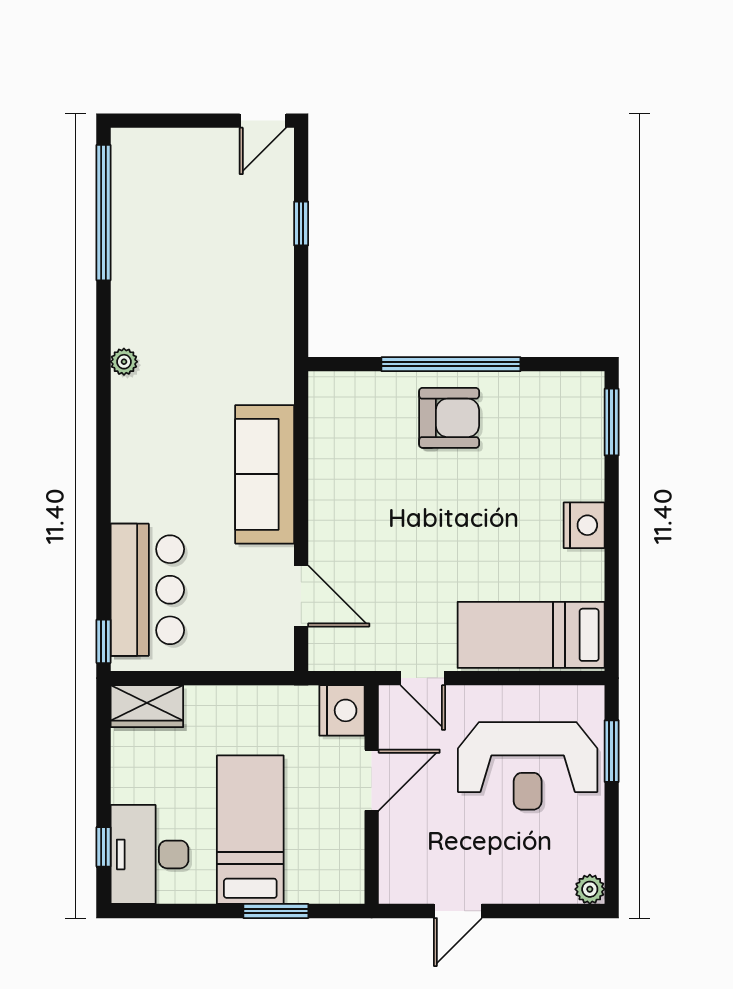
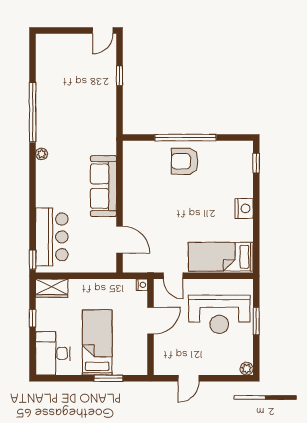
window: (104, 213) -> (33, 112), moved
plant: (124, 362) -> (42, 154), moved
armchair: (449, 418) -> (185, 161), turned 180
window: (612, 422) -> (256, 163), width x0.67
nightstand: (342, 710) -> (142, 285), width x0.53, depth x0.56
window: (612, 751) -> (256, 321), moved
window: (104, 847) -> (33, 318), moved

